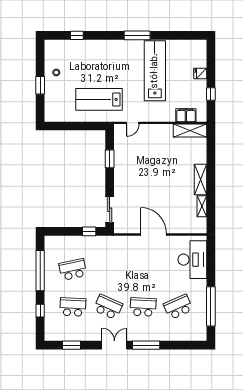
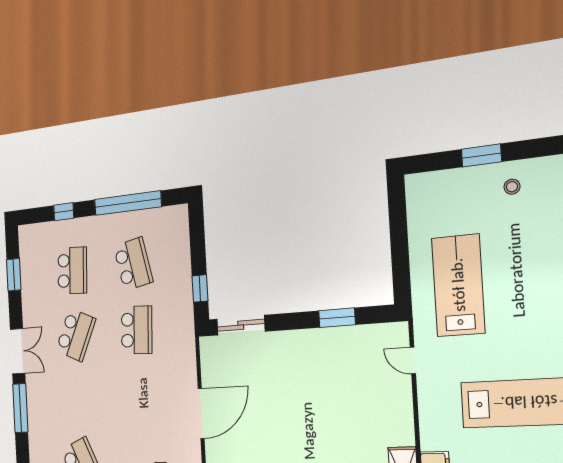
school desk: (143, 307) -> (137, 330), moved

